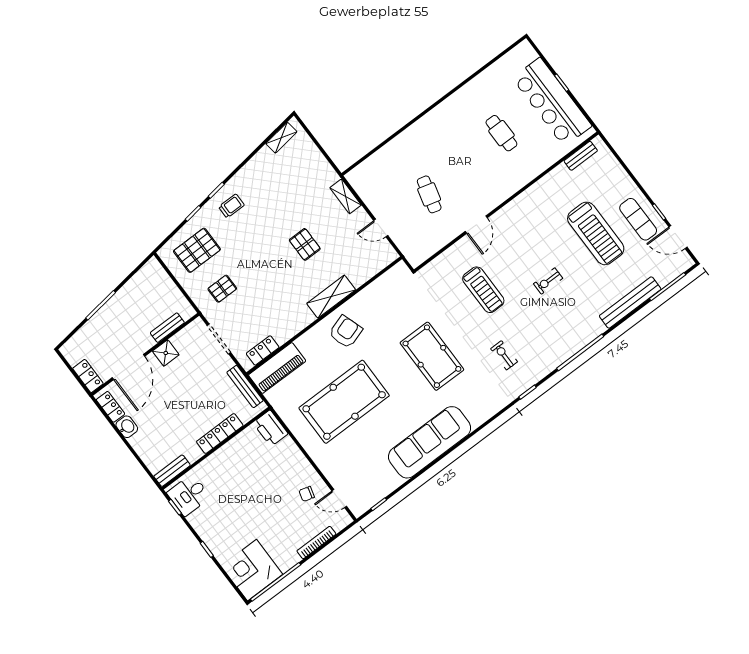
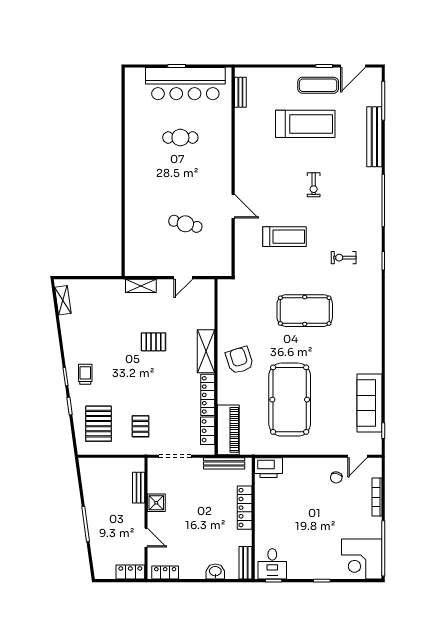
locker: (294, 327) -> (208, 395), added
door: (128, 367) -> (146, 538), width x0.53
washbasin: (127, 427) -> (215, 572), moved
sofa: (430, 442) -> (369, 403), moved, width x0.74, depth x0.79

